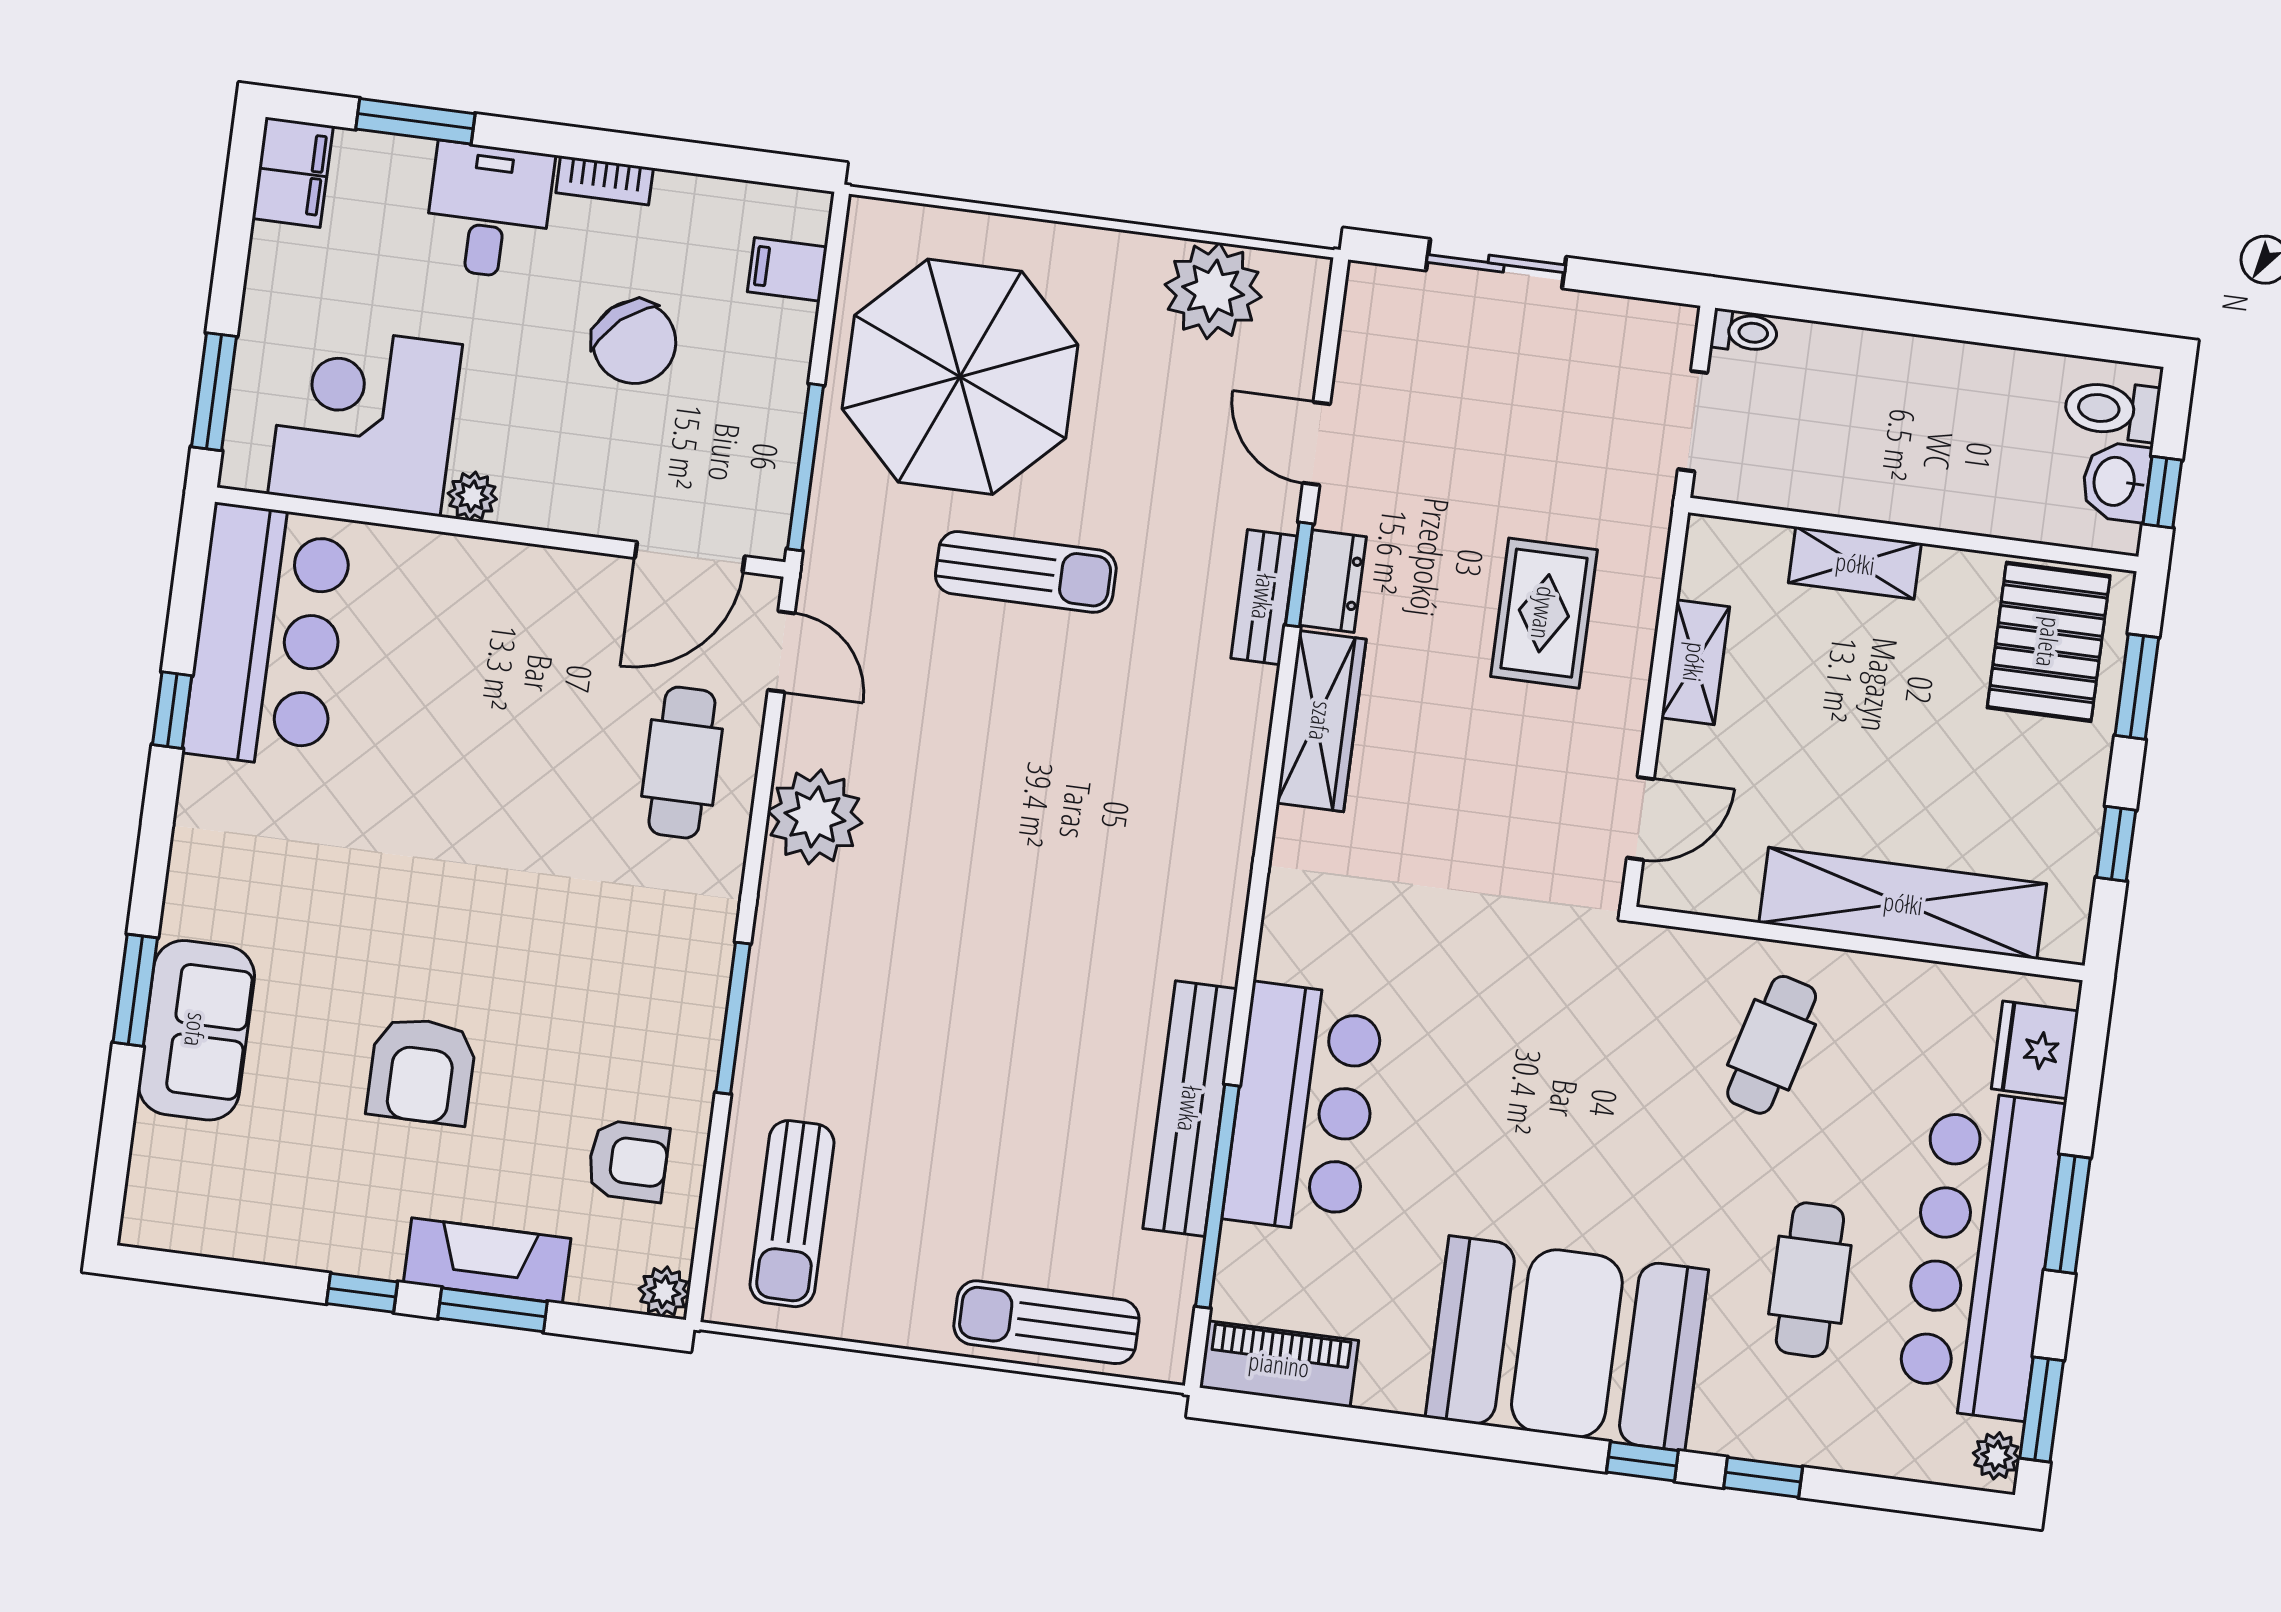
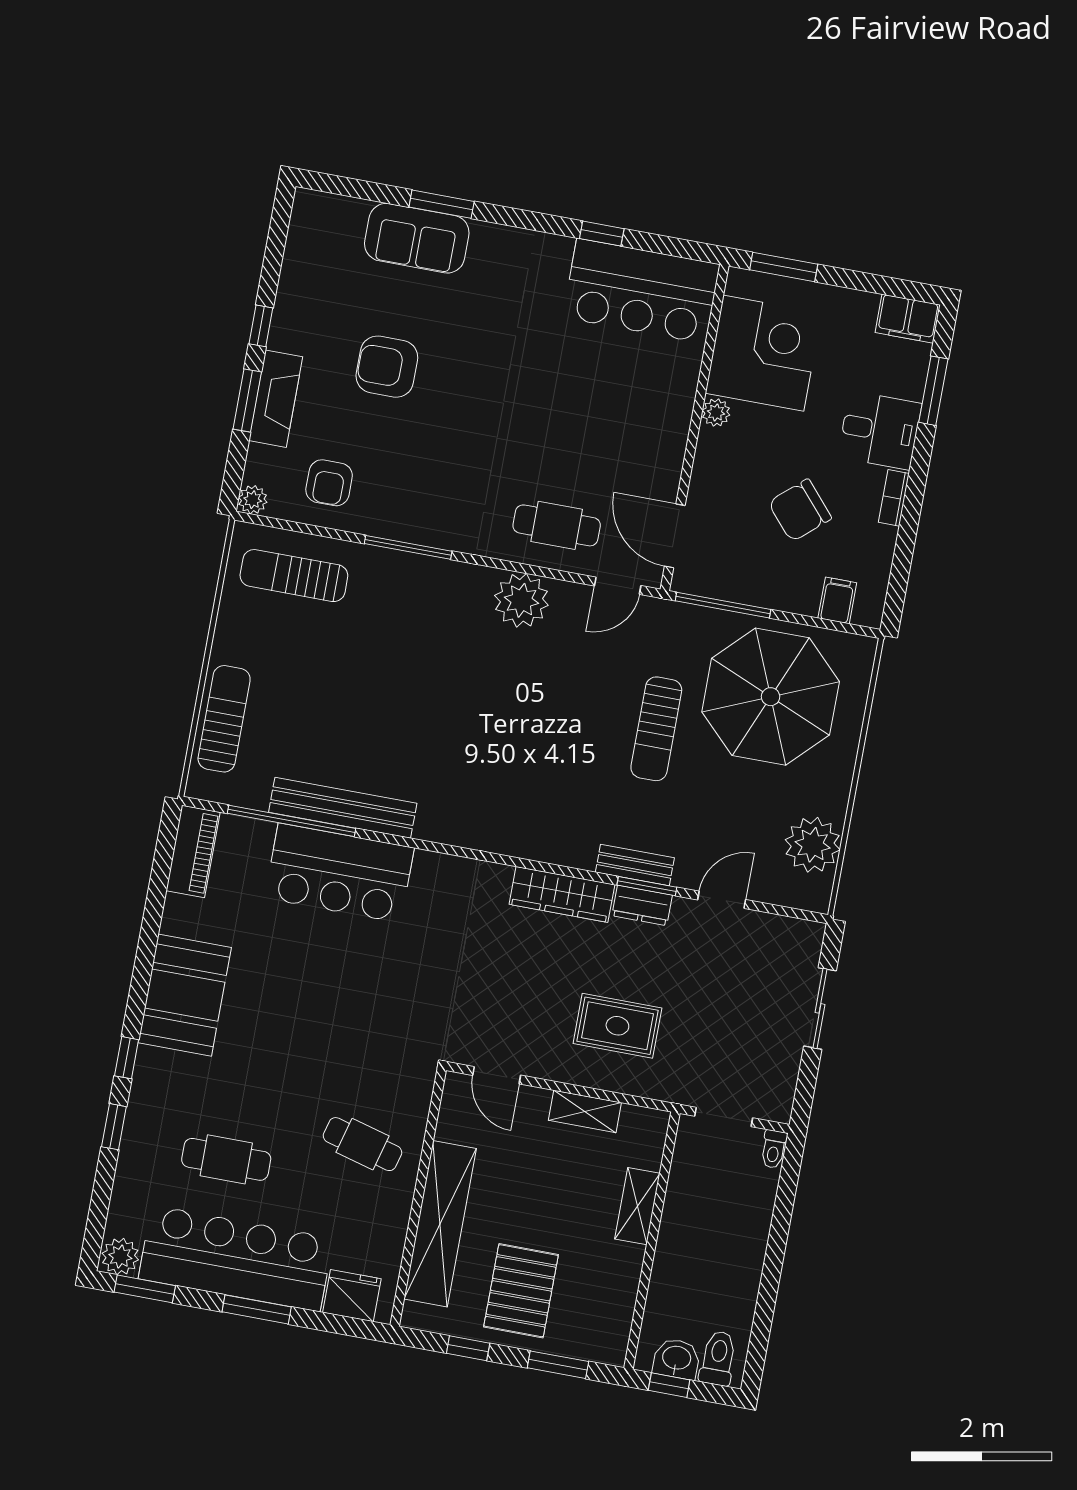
pallet: (2049, 642) -> (521, 1291), moved, turned 90
booth: (1567, 1343) -> (185, 995), width x0.73, depth x0.70
plant: (1996, 1456) -> (120, 1257), width x1.38, depth x1.38

